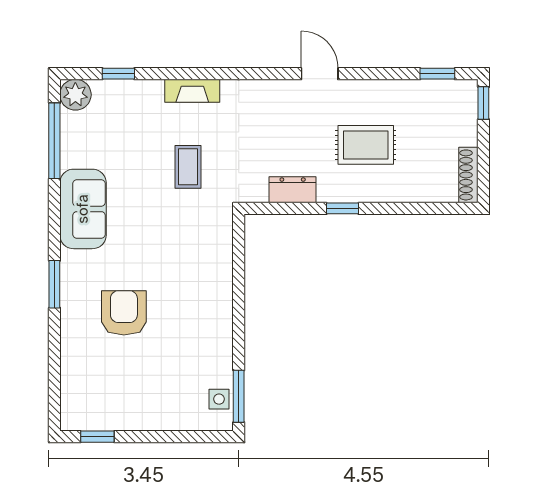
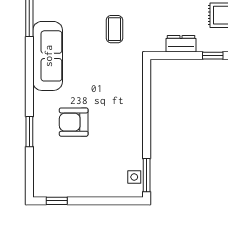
sofa: (83, 209) -> (48, 56), width x1.36
window: (54, 284) -> (29, 132), moved
armchair: (124, 313) -> (74, 122), turned -90

